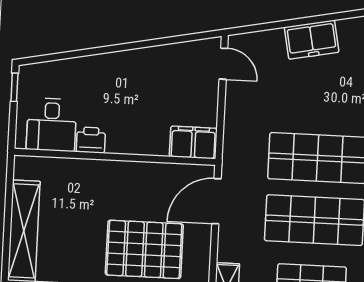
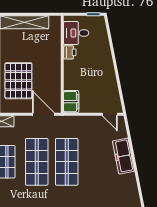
freezer: (312, 40) -> (123, 156), width x1.40
door: (223, 64) -> (110, 114), hinge flipped

